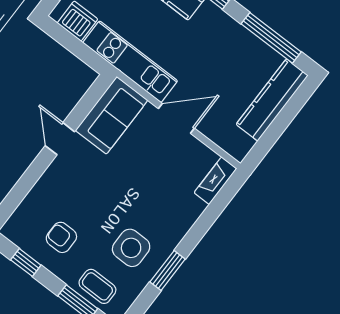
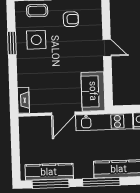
kitchen counter: (272, 100) -> (49, 172), moved, turned -90
door: (60, 139) -> (107, 48), moved

